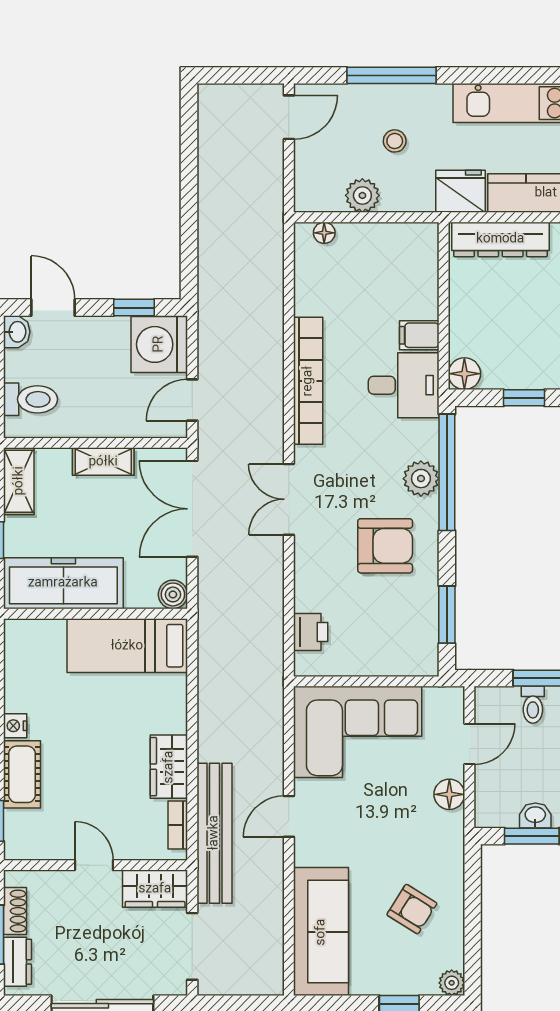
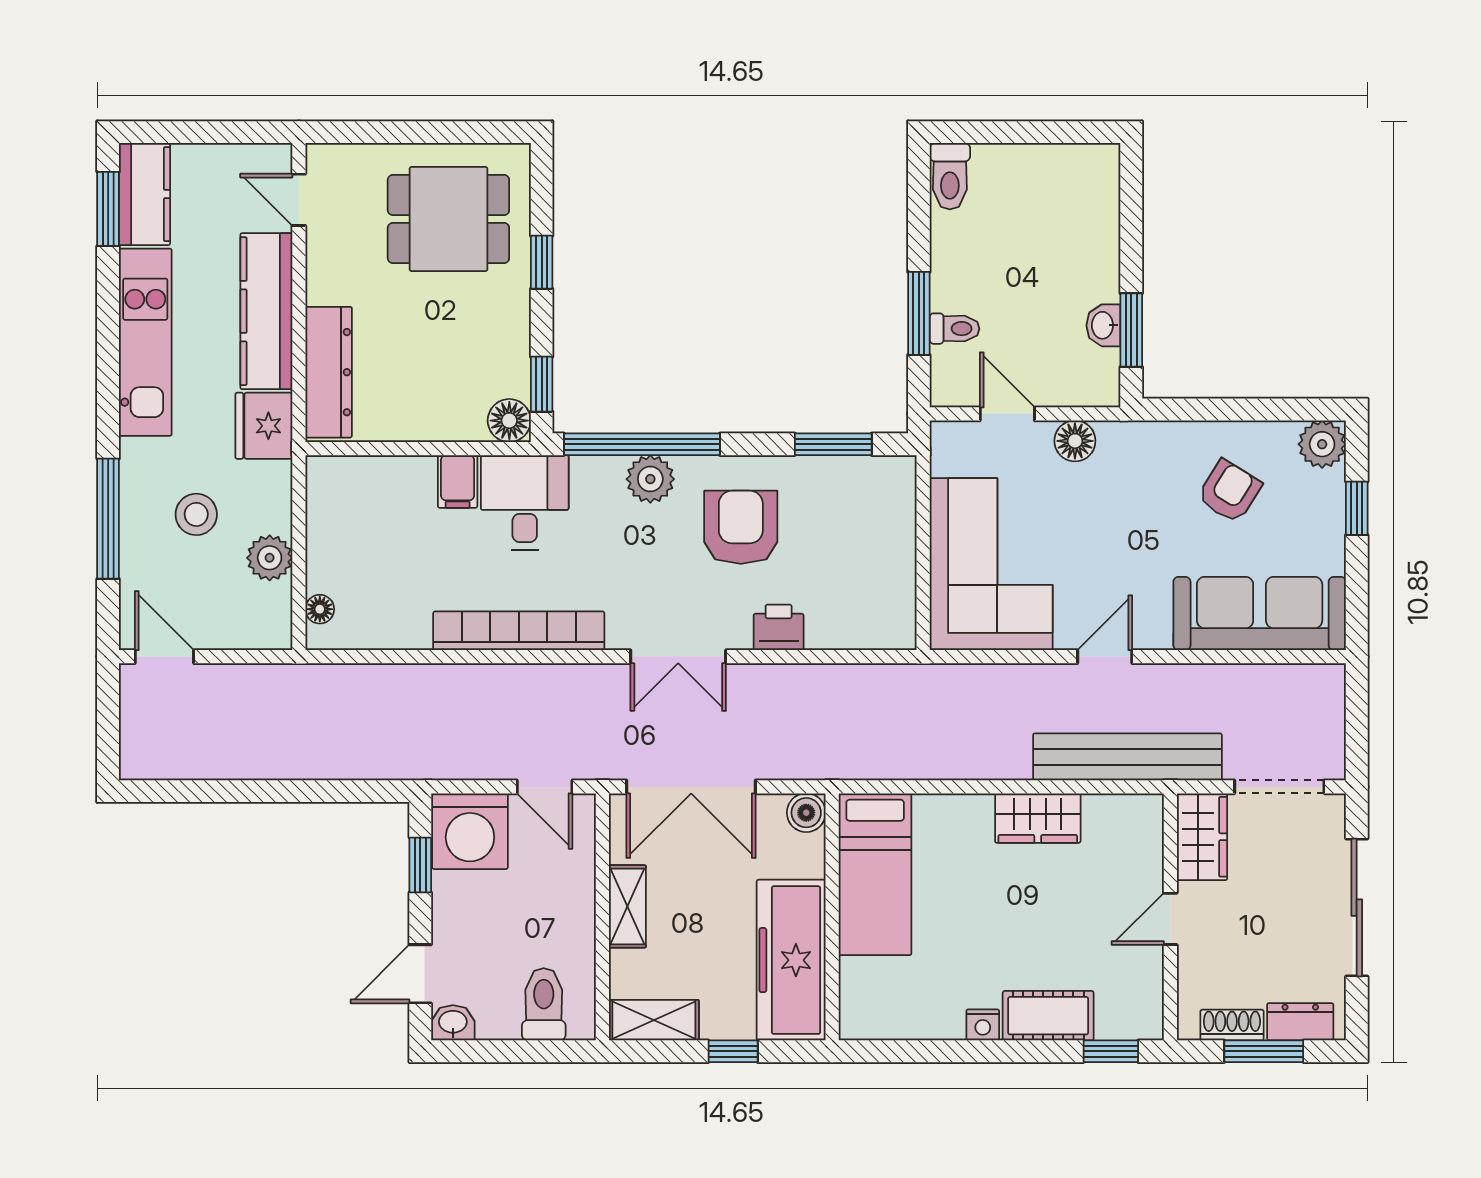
stool: (395, 141) -> (196, 514), width x1.37, depth x1.37
window: (524, 398) -> (542, 384), moved
printer: (311, 632) -> (779, 627), moved
door: (289, 816) -> (1105, 657), swing flipped
bookcase: (178, 825) -> (1116, 806), removed
plant: (452, 983) -> (1322, 444), width x1.38, depth x1.38

